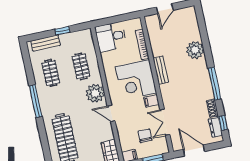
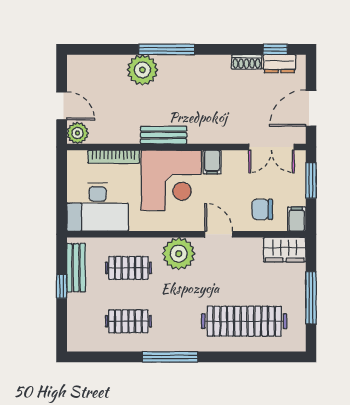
plant: (151, 21) -> (77, 133), added
desk: (111, 37) -> (98, 207), width x1.37
bench: (45, 43) -> (76, 268), moved
window: (215, 84) -> (167, 49), moved
door: (111, 114) -> (219, 234), swing flipped
double door: (165, 122) -> (272, 147), moved
chair: (145, 136) -> (262, 209), moved

